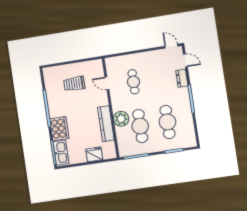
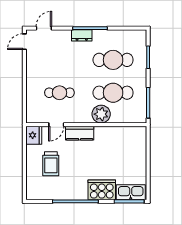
dresser: (182, 78) -> (82, 35), moved
kitchen counter: (106, 124) -> (80, 133), moved, width x0.67
fridge: (94, 154) -> (34, 135), moved, turned 180

